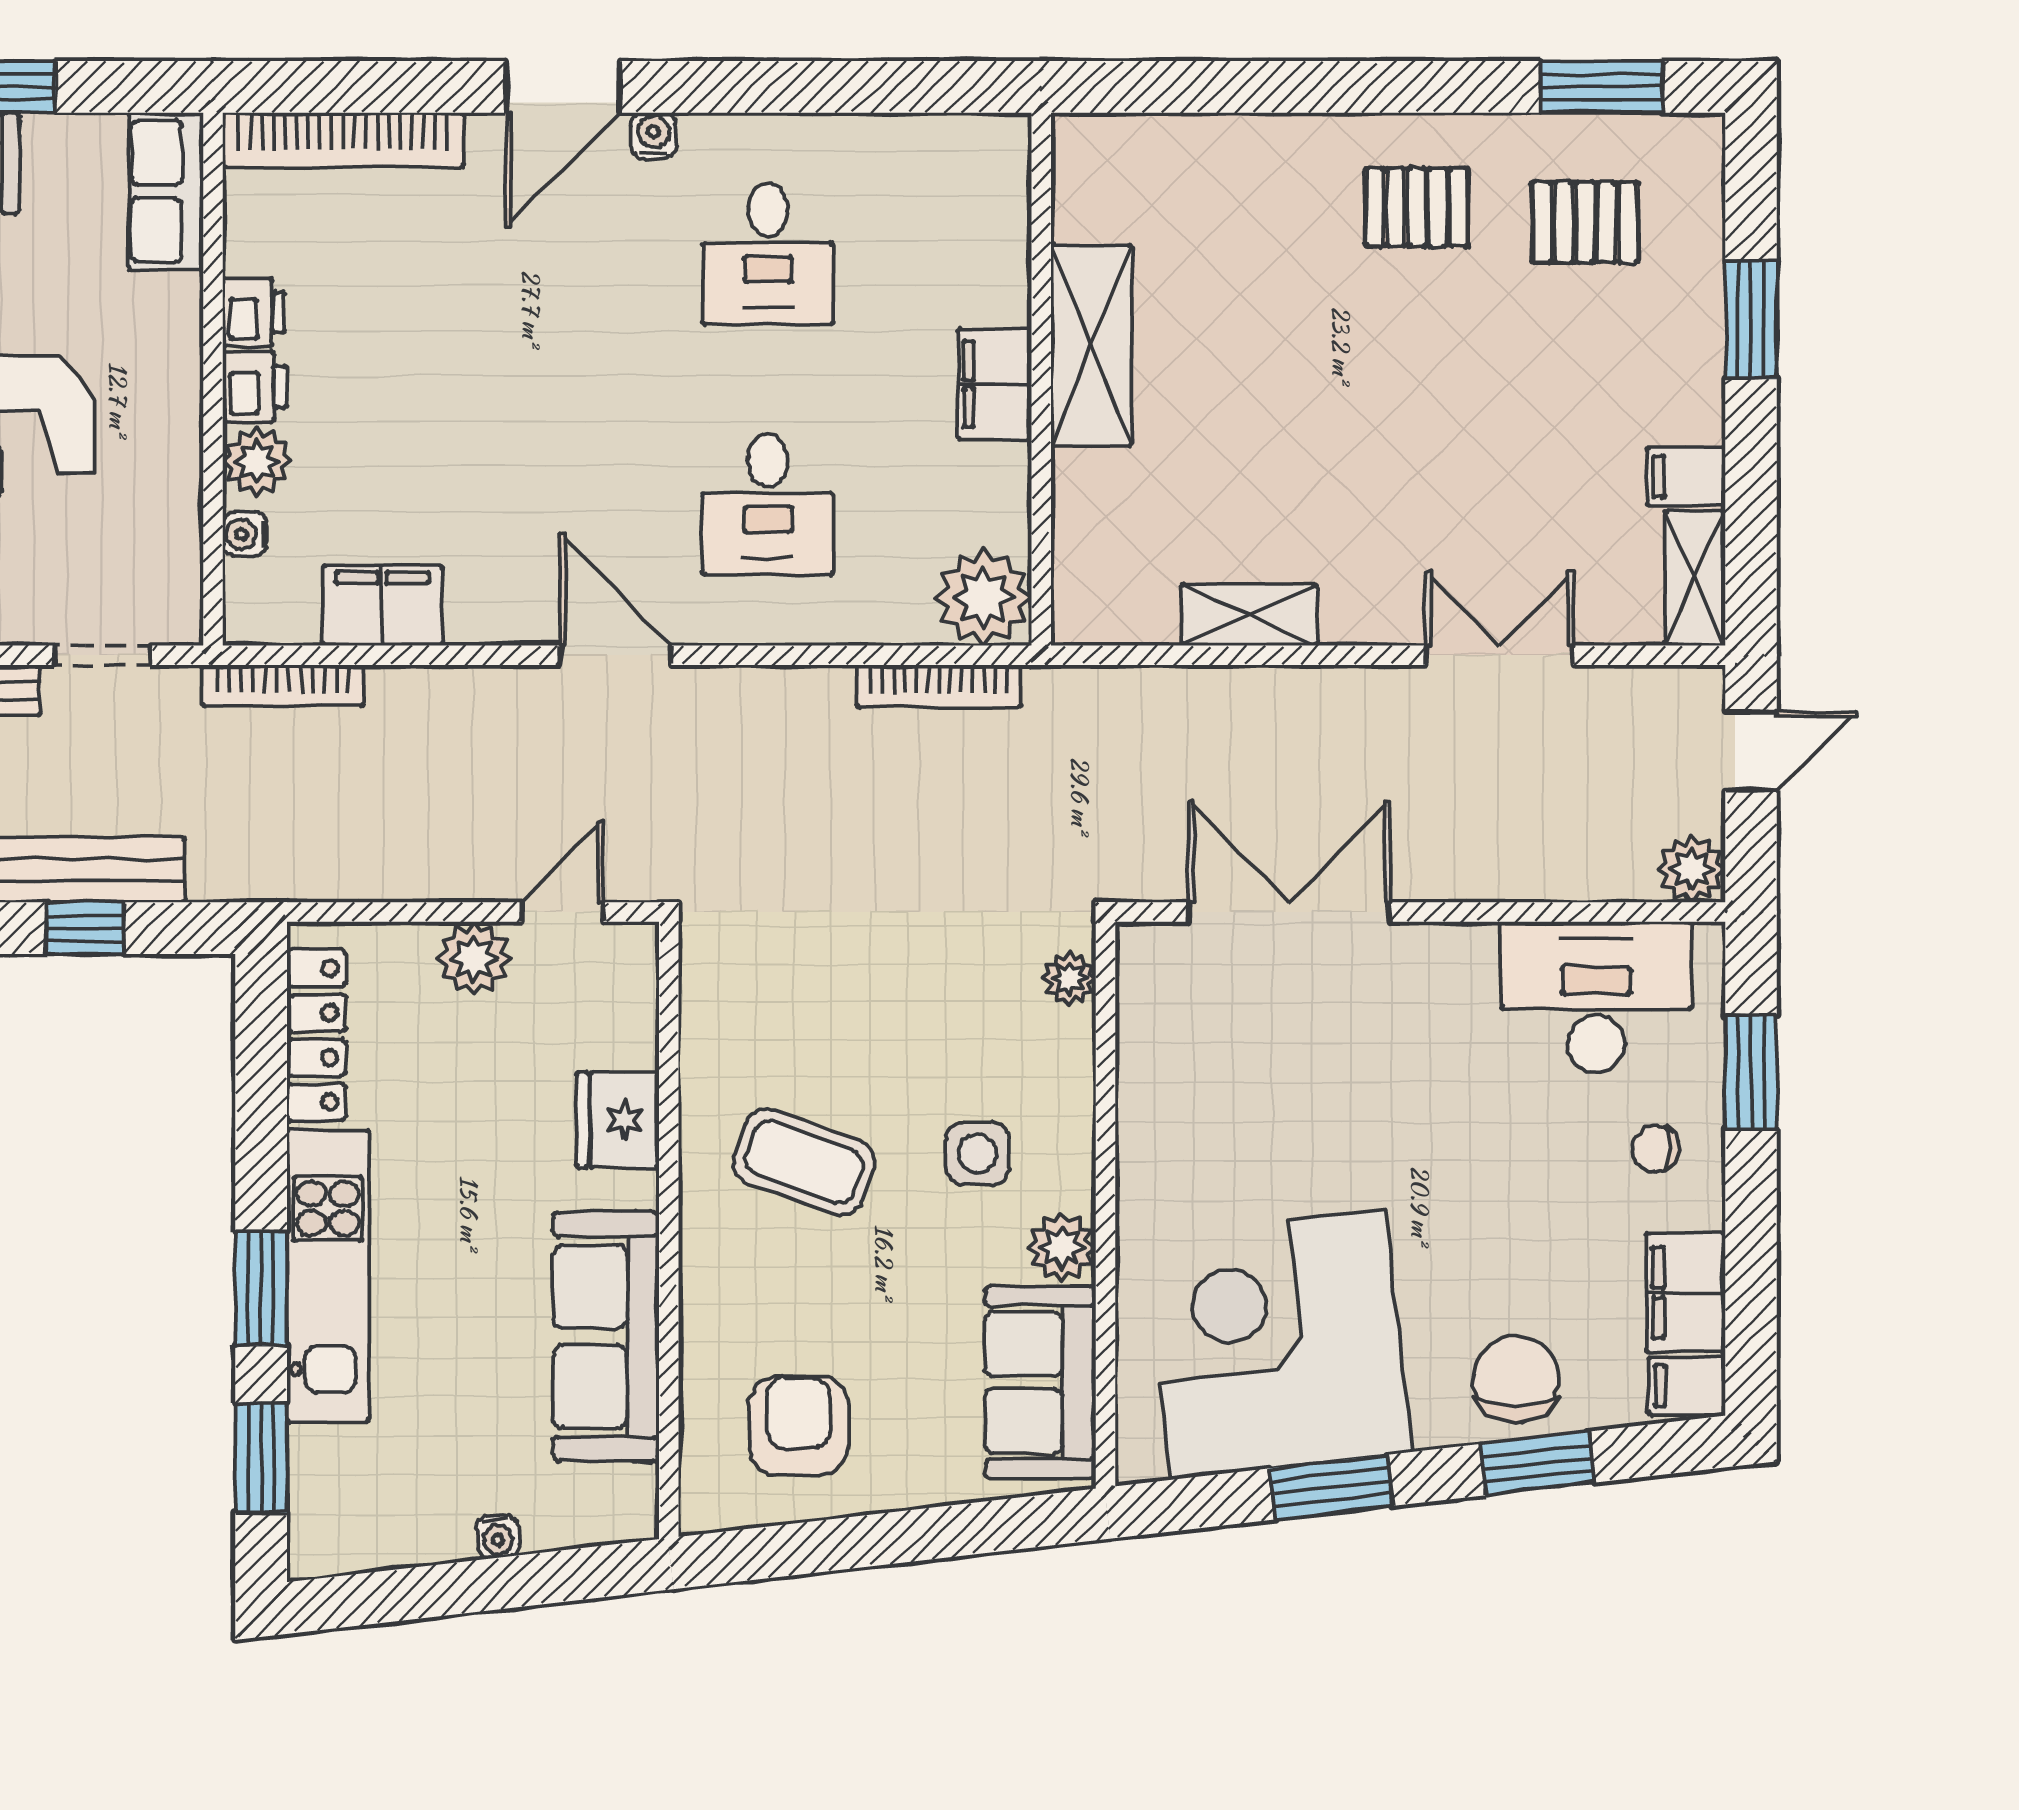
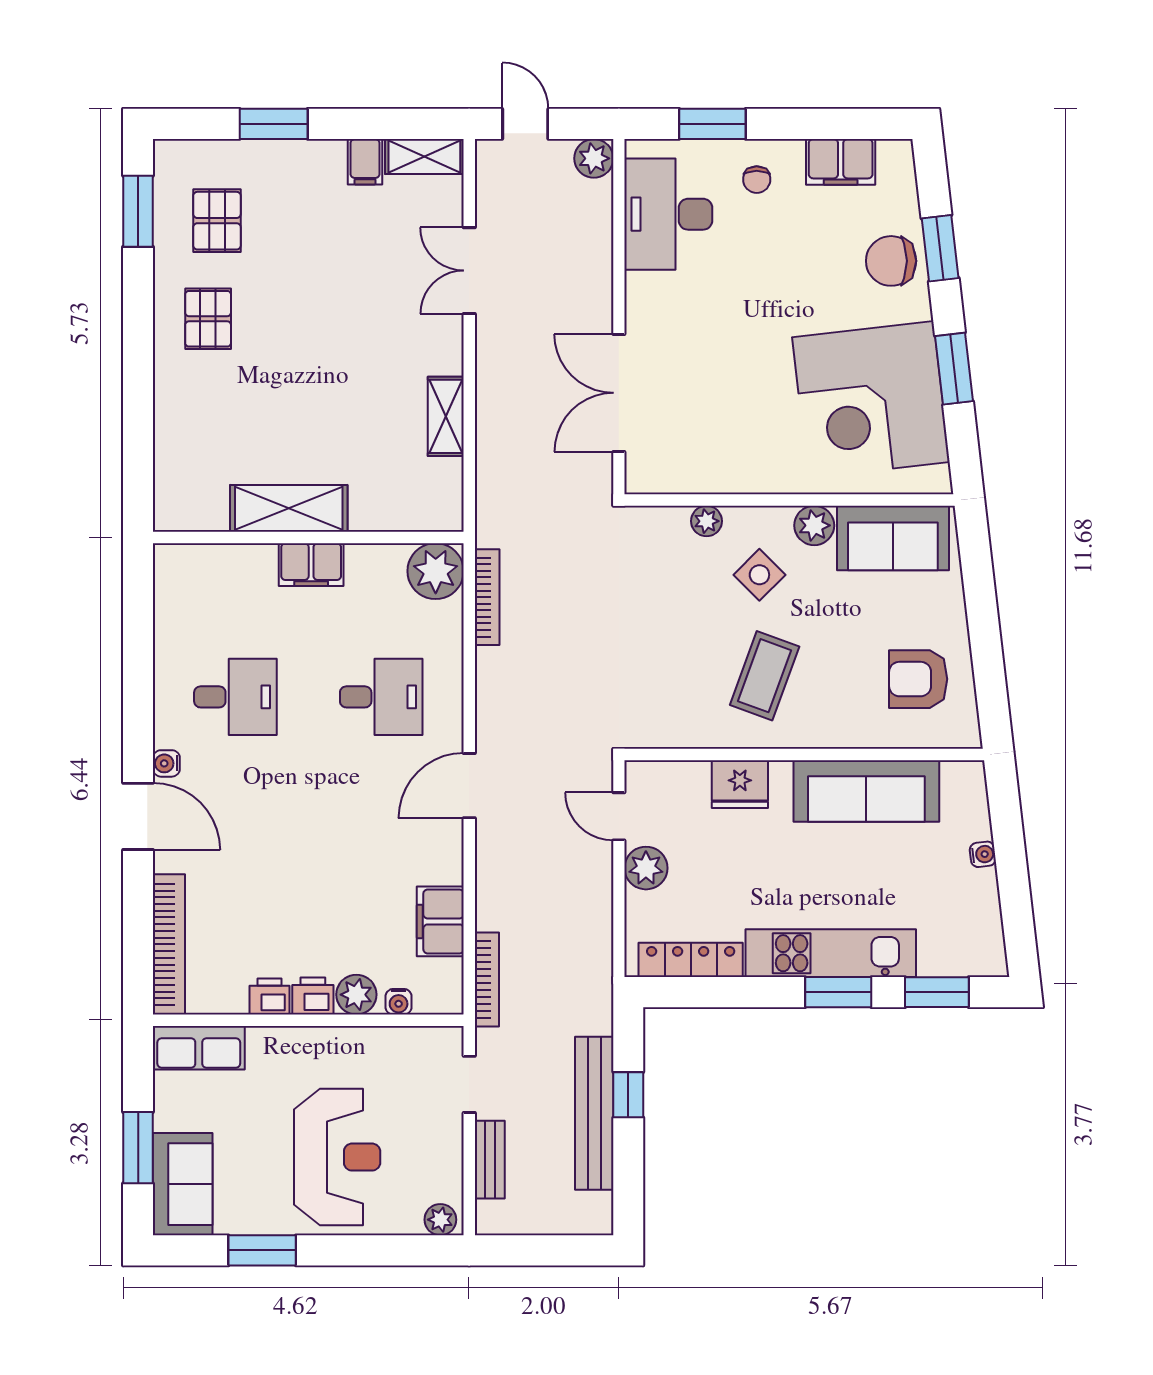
plant: (1070, 979) -> (707, 521), moved
side table: (977, 1153) -> (759, 575), turned 45
filing cabinet: (1687, 1386) -> (895, 161), removed

